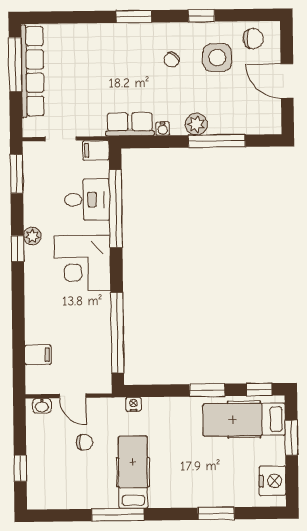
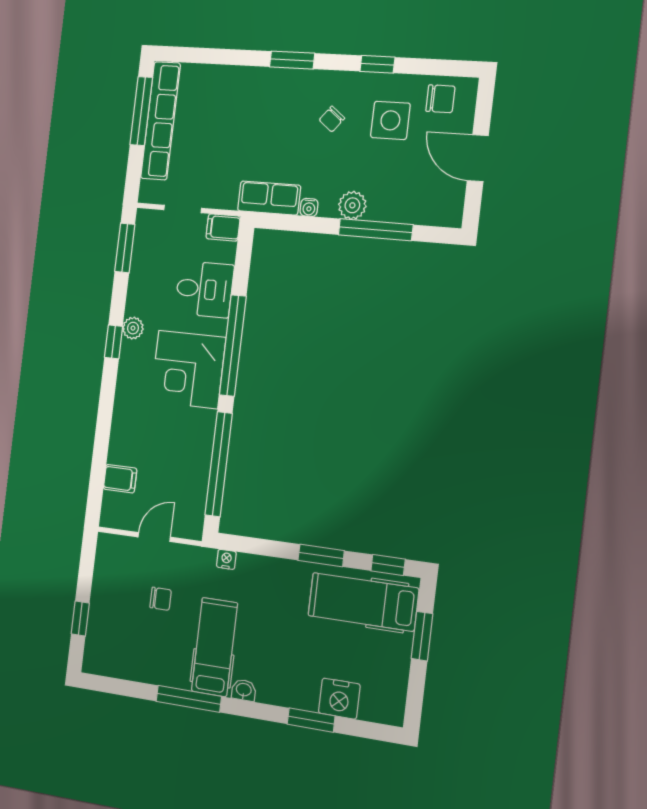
window: (116, 209) -> (233, 346), moved
door: (73, 396) -> (154, 537), swing flipped
washbasin: (42, 406) -> (244, 690), moved, turned 180
nightstand: (273, 481) -> (339, 699), moved, turned 90

